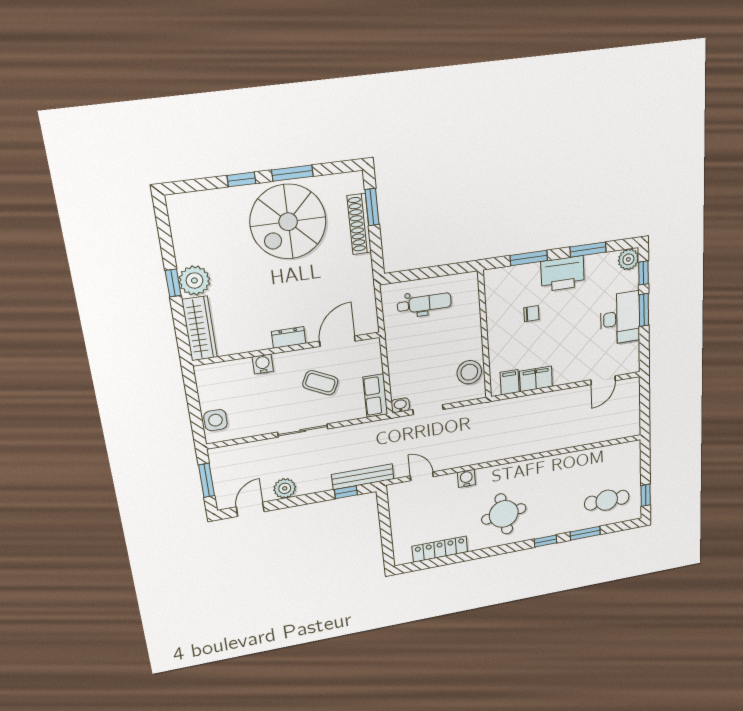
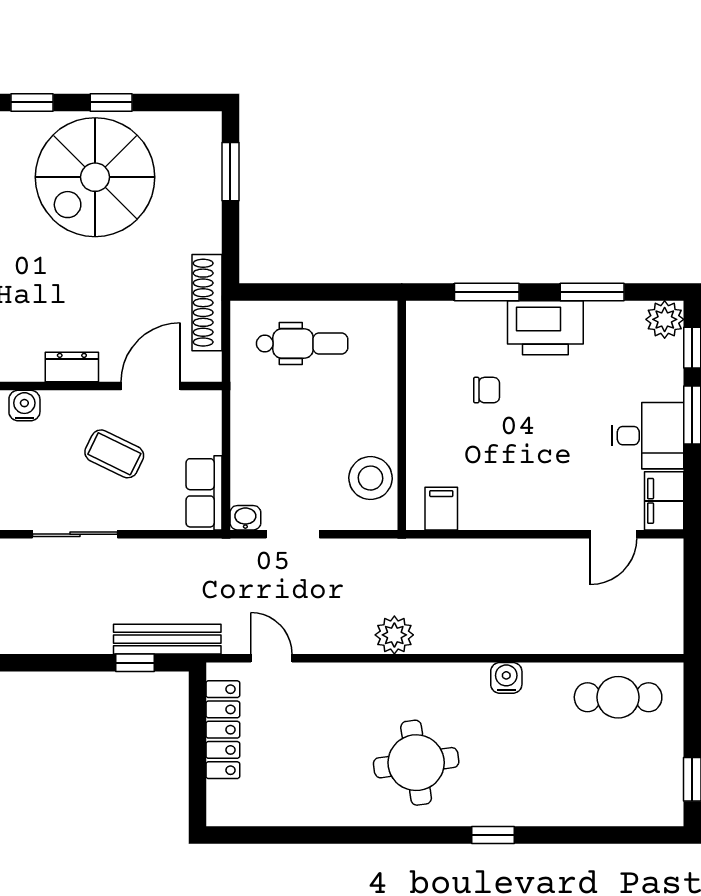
window: (292, 173) -> (111, 102), width x0.67
shoe rack: (359, 224) -> (207, 303), moved
desk: (620, 318) -> (648, 436), width x0.73
filing cabinet: (536, 379) -> (664, 501), moved, turned -90
water cooler: (466, 478) -> (506, 678), moved
plant: (285, 488) -> (394, 635), moved
cafe table: (607, 500) -> (618, 697), moved
window: (585, 533) -> (571, 835), removed
locker: (440, 549) -> (223, 730), moved, turned 90

